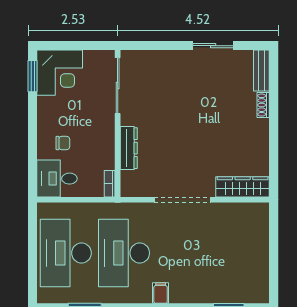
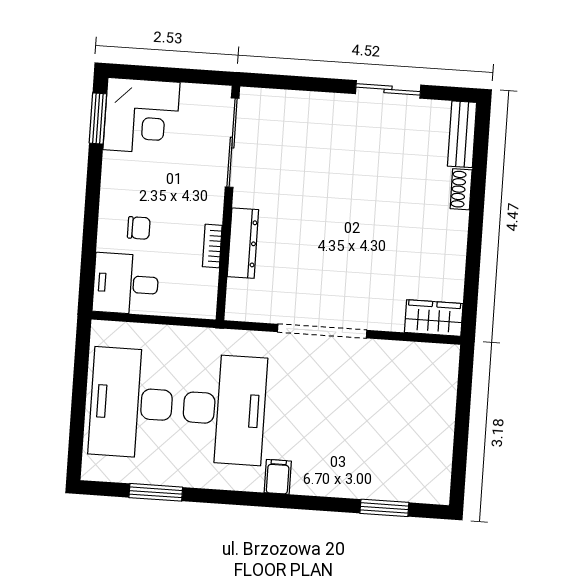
bookcase: (110, 184) -> (212, 246), moved
wardrobe: (243, 187) -> (434, 318), width x0.67
desk: (124, 253) -> (224, 409), turned 180

